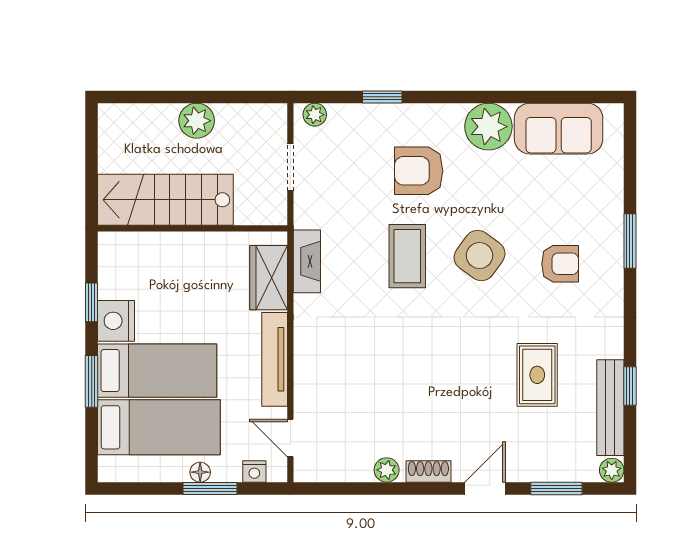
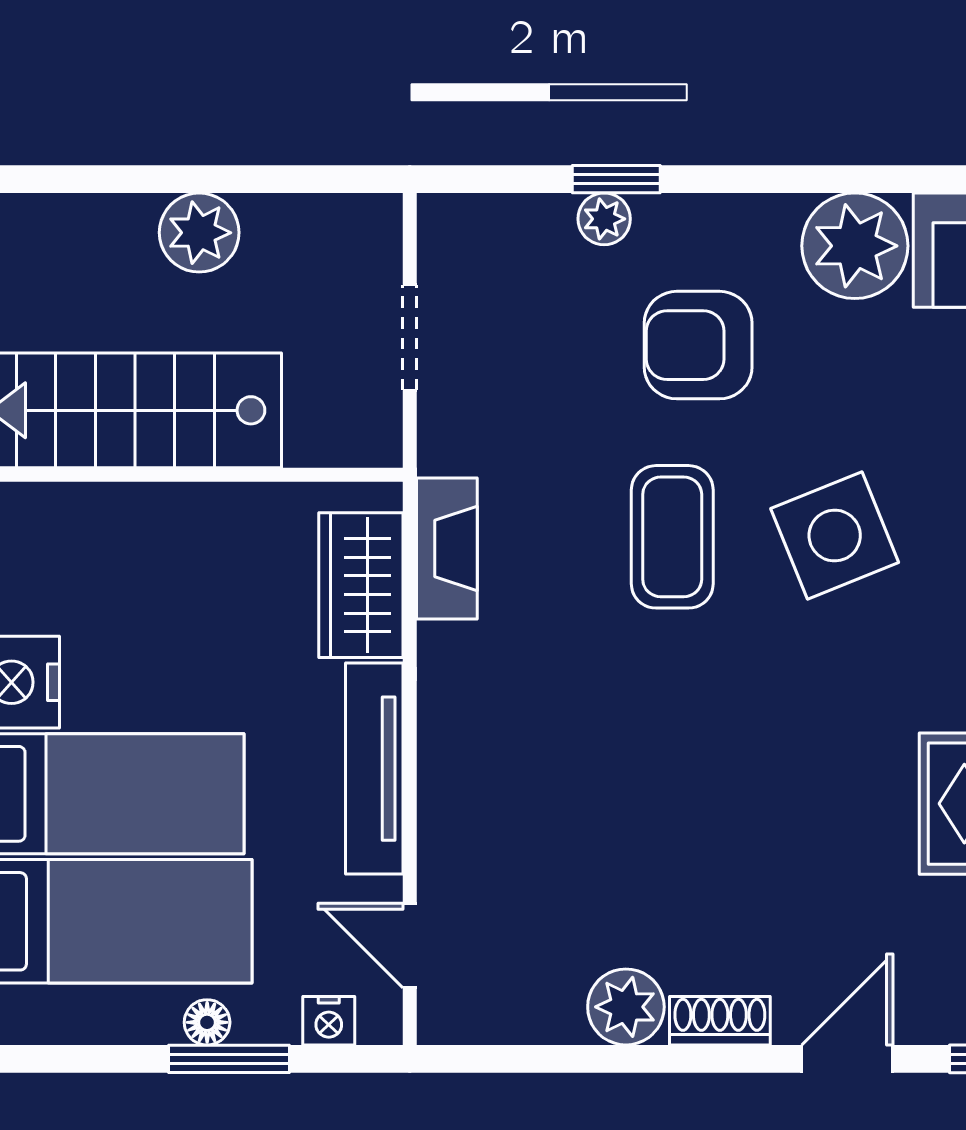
plant: (315, 115) -> (604, 219), moved
side table: (479, 256) -> (835, 536), turned 32
plant: (387, 470) -> (626, 1007), width x1.38, depth x1.38

